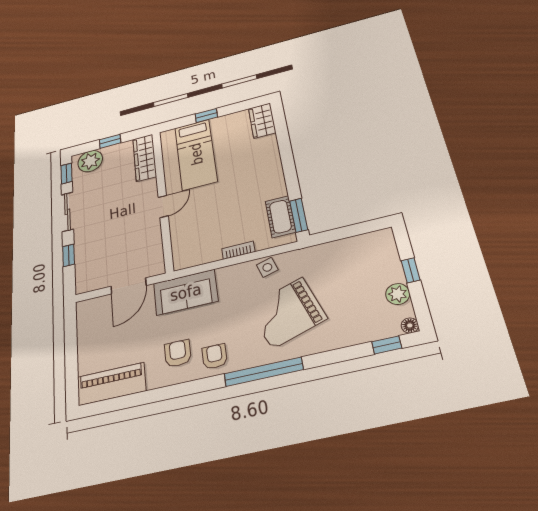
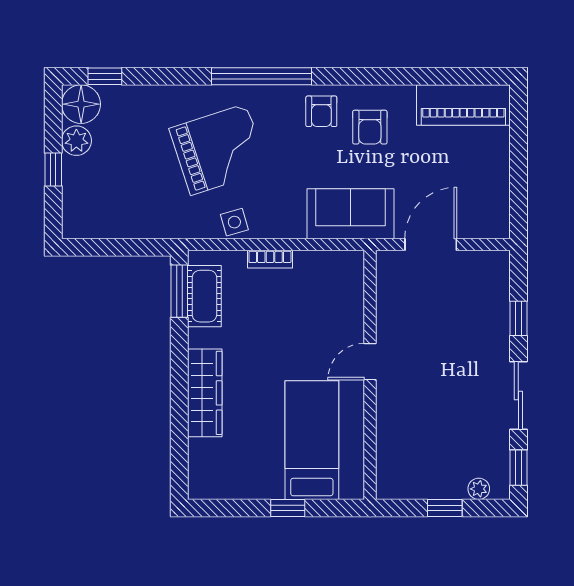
wardrobe: (262, 121) -> (205, 393), moved, width x1.50
wardrobe: (145, 158) -> (391, 459), removed
plant: (90, 161) -> (479, 489), width x0.53, depth x0.53
floor lamp: (410, 325) -> (81, 104), width x1.89, depth x1.89

